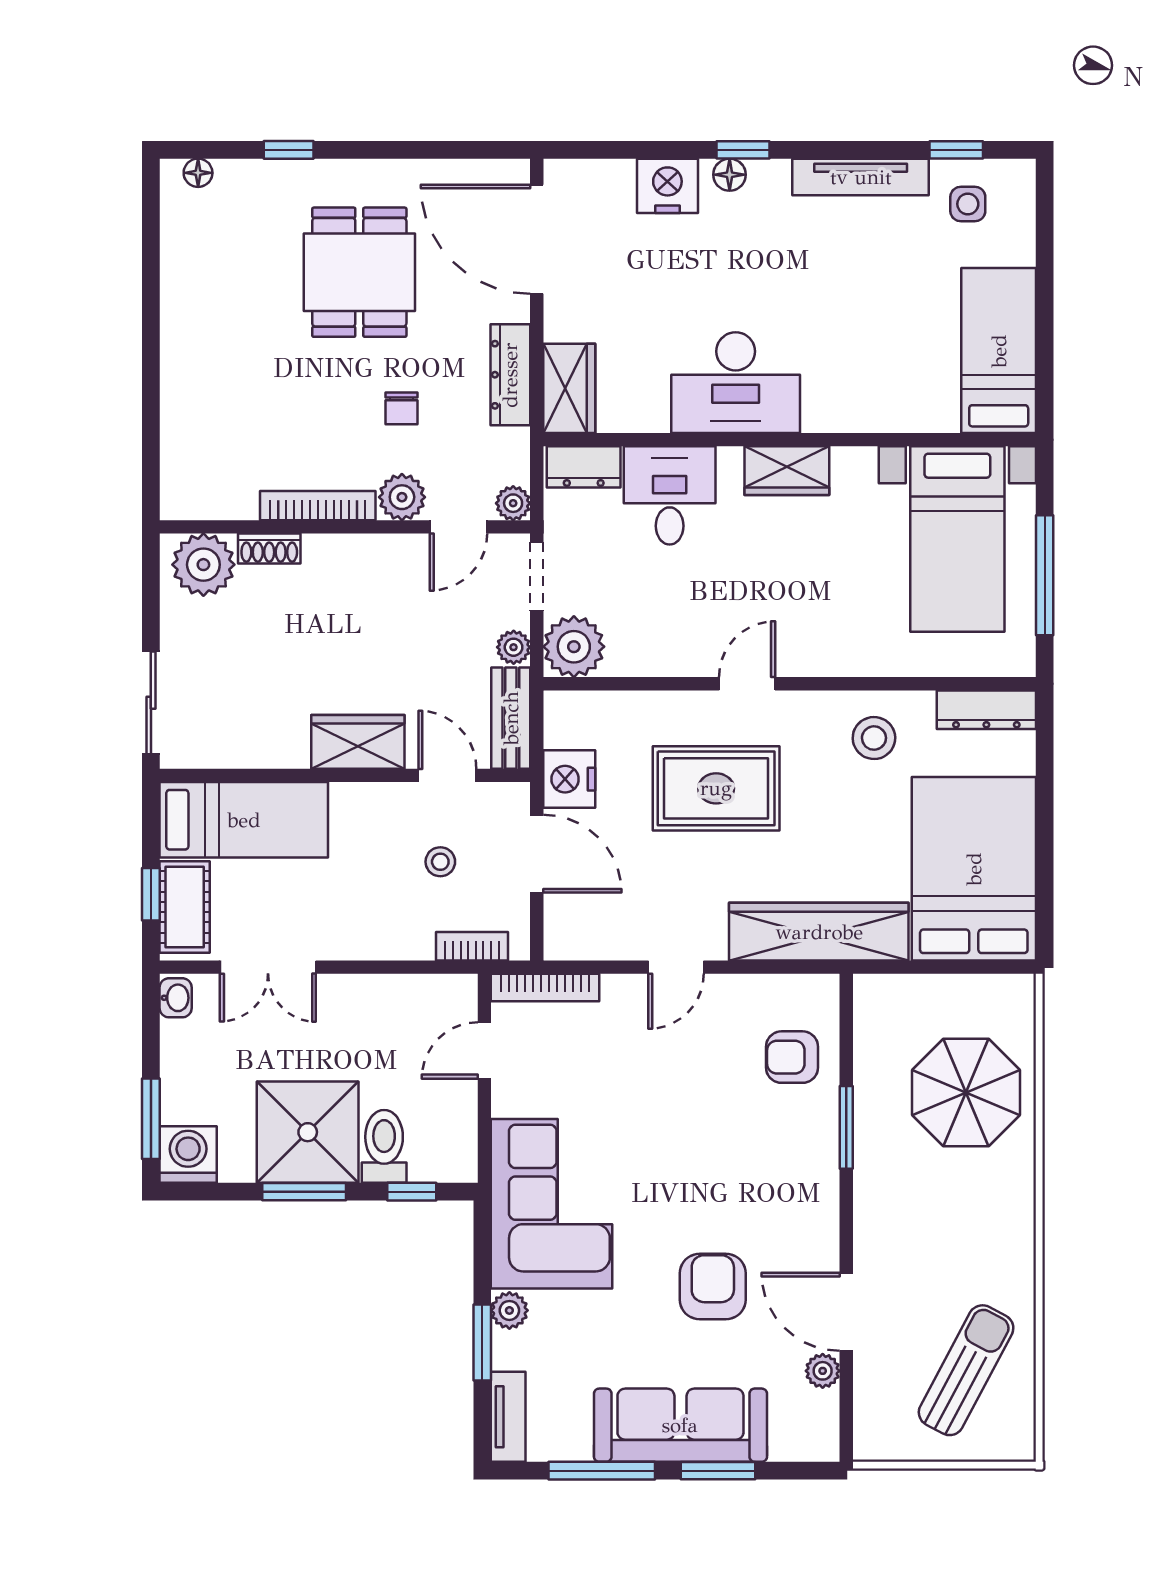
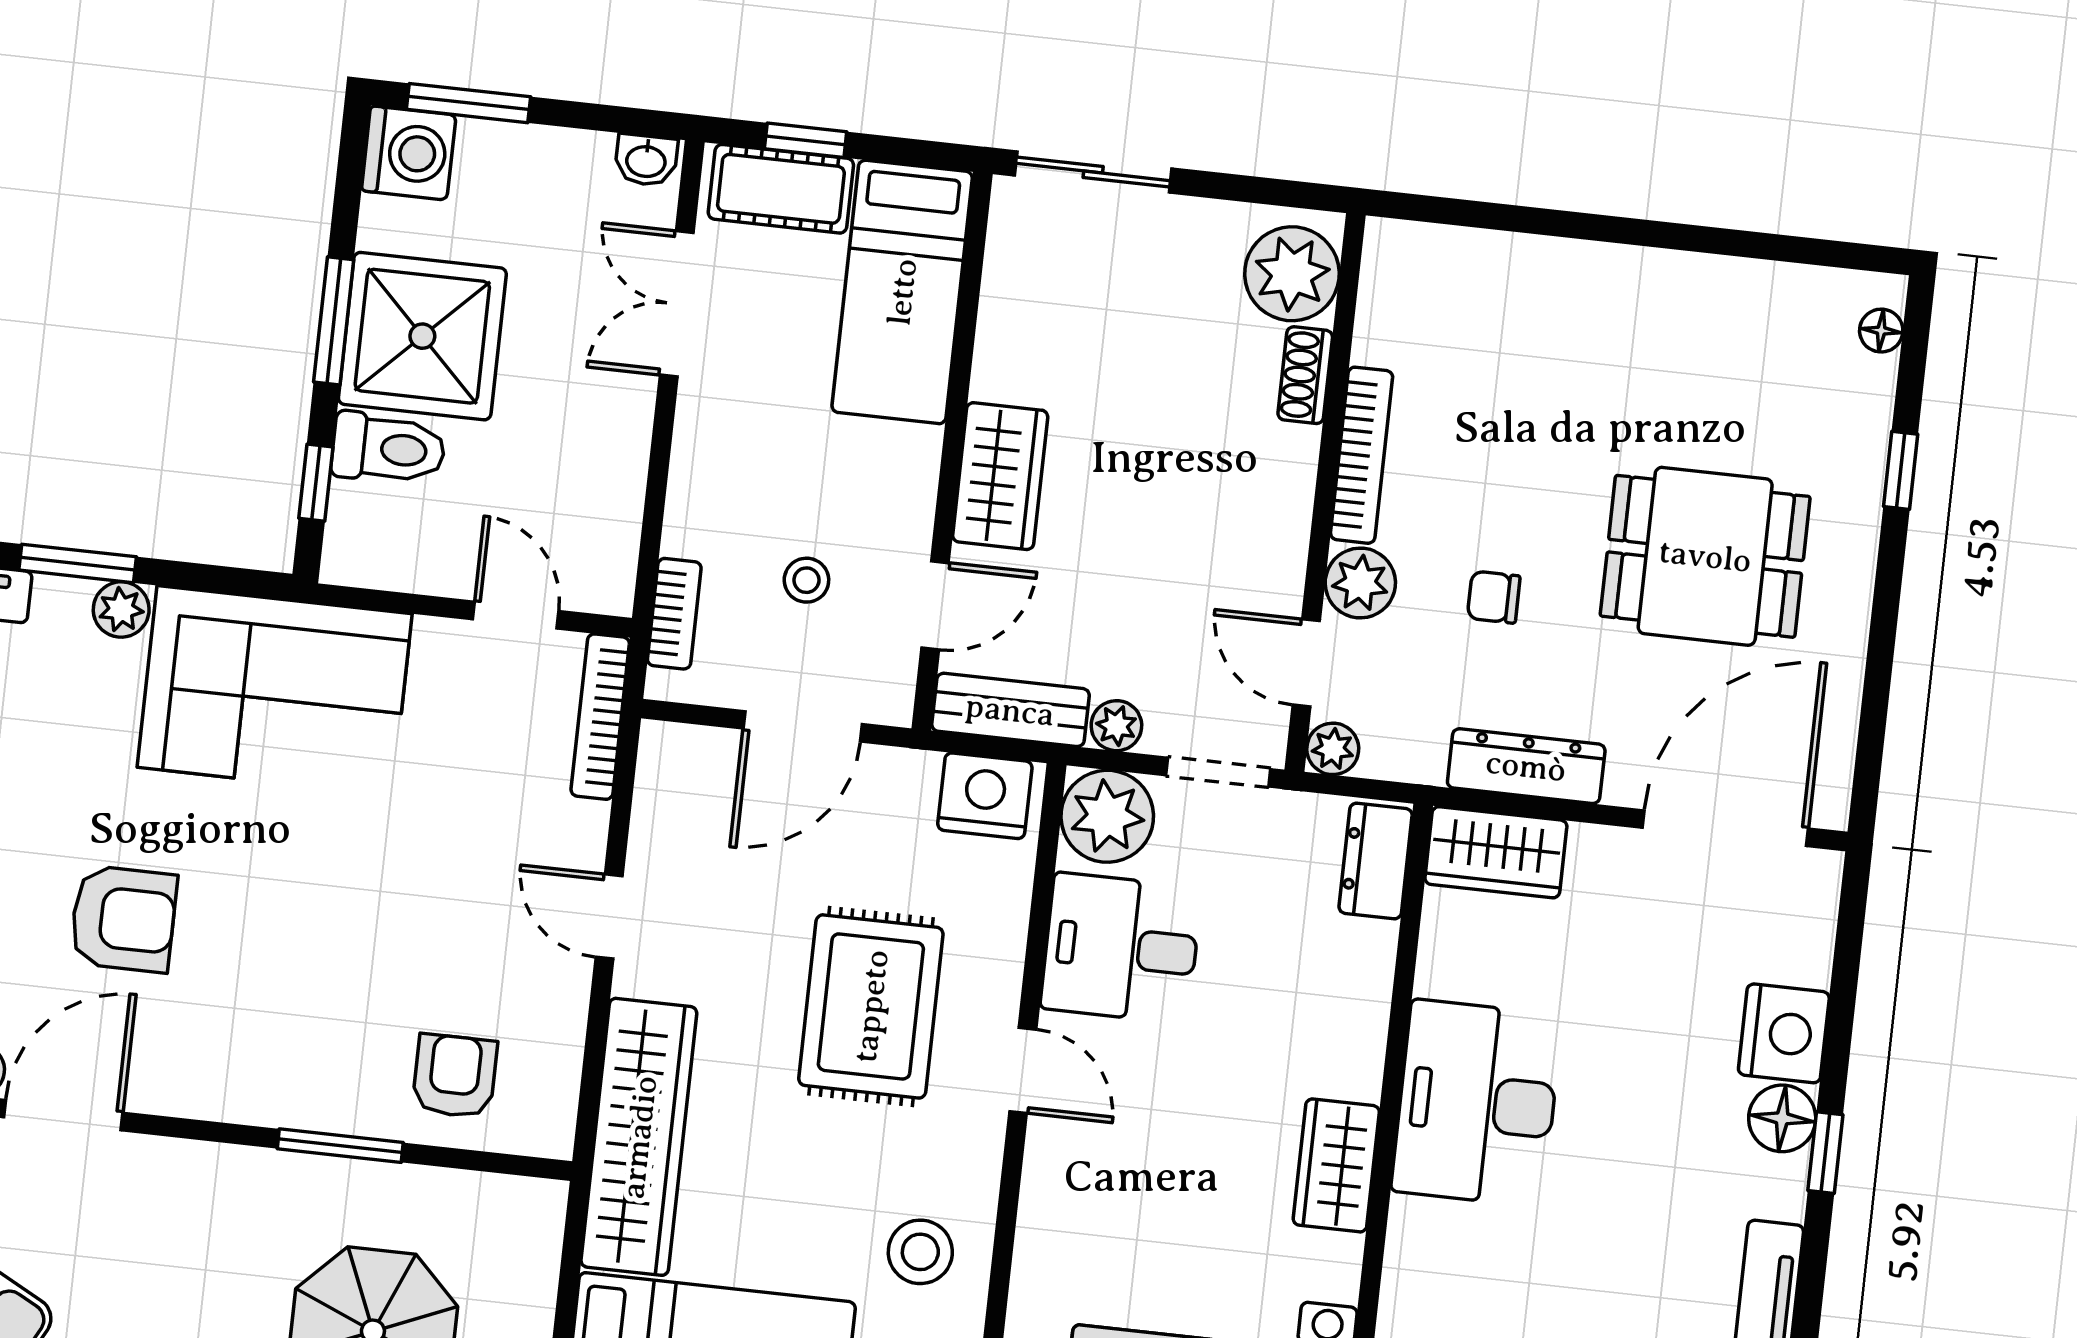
floor lamp: (730, 175) -> (1782, 1118), width x1.37, depth x1.37
desk: (670, 495) -> (1121, 948), moved, turned 180
nightstand: (569, 779) -> (985, 796), moved

